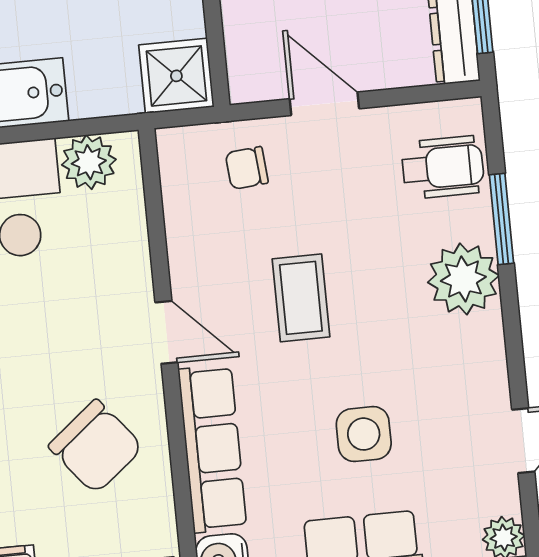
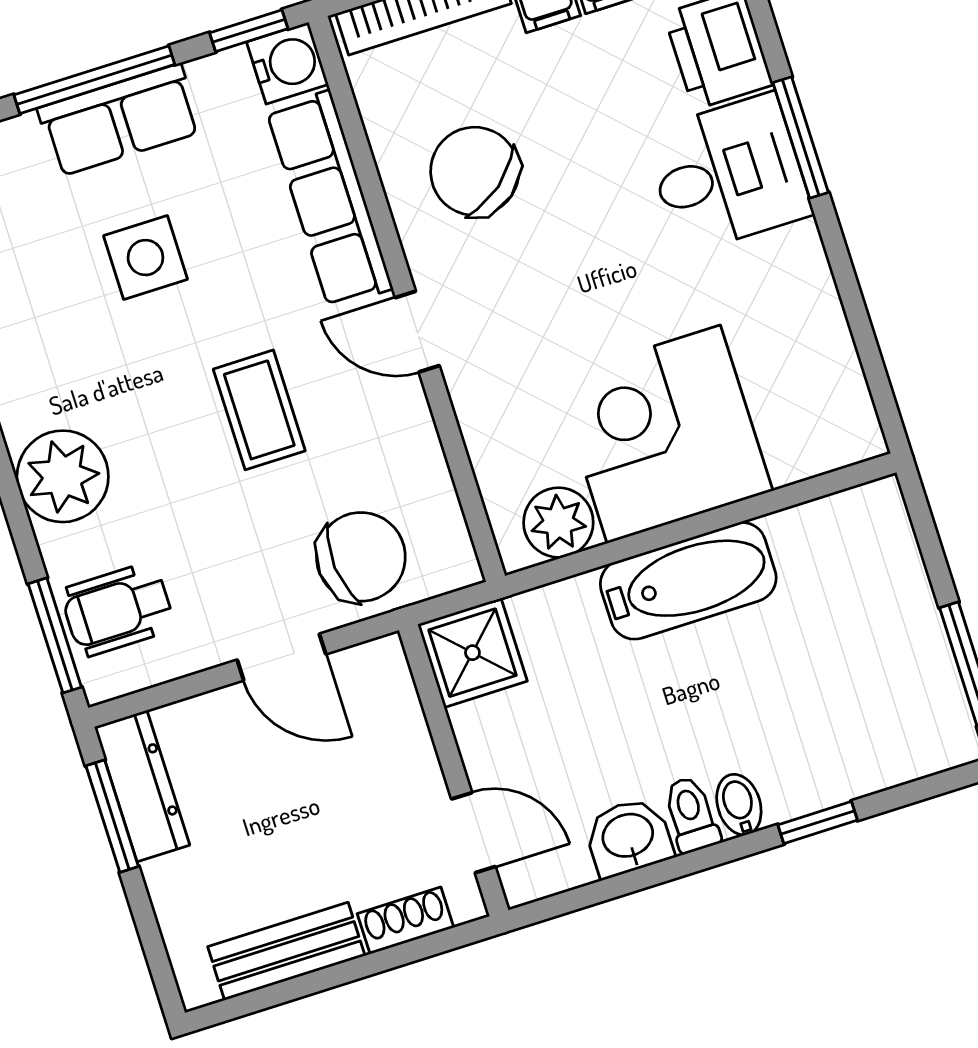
chair: (247, 168) -> (361, 557), width x1.87, depth x1.87
window: (501, 219) -> (55, 635), moved

